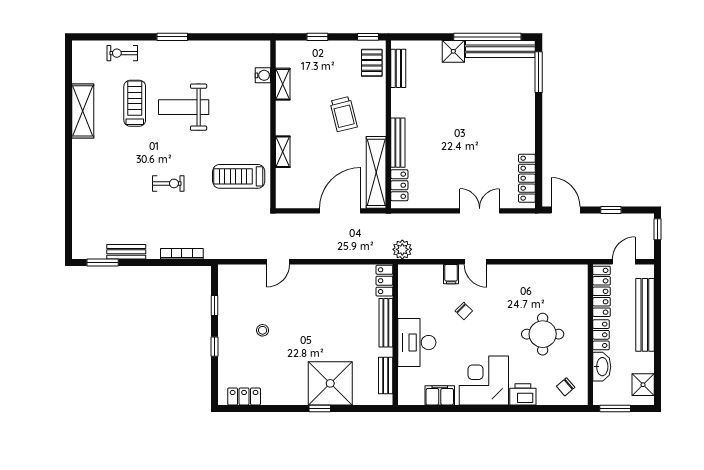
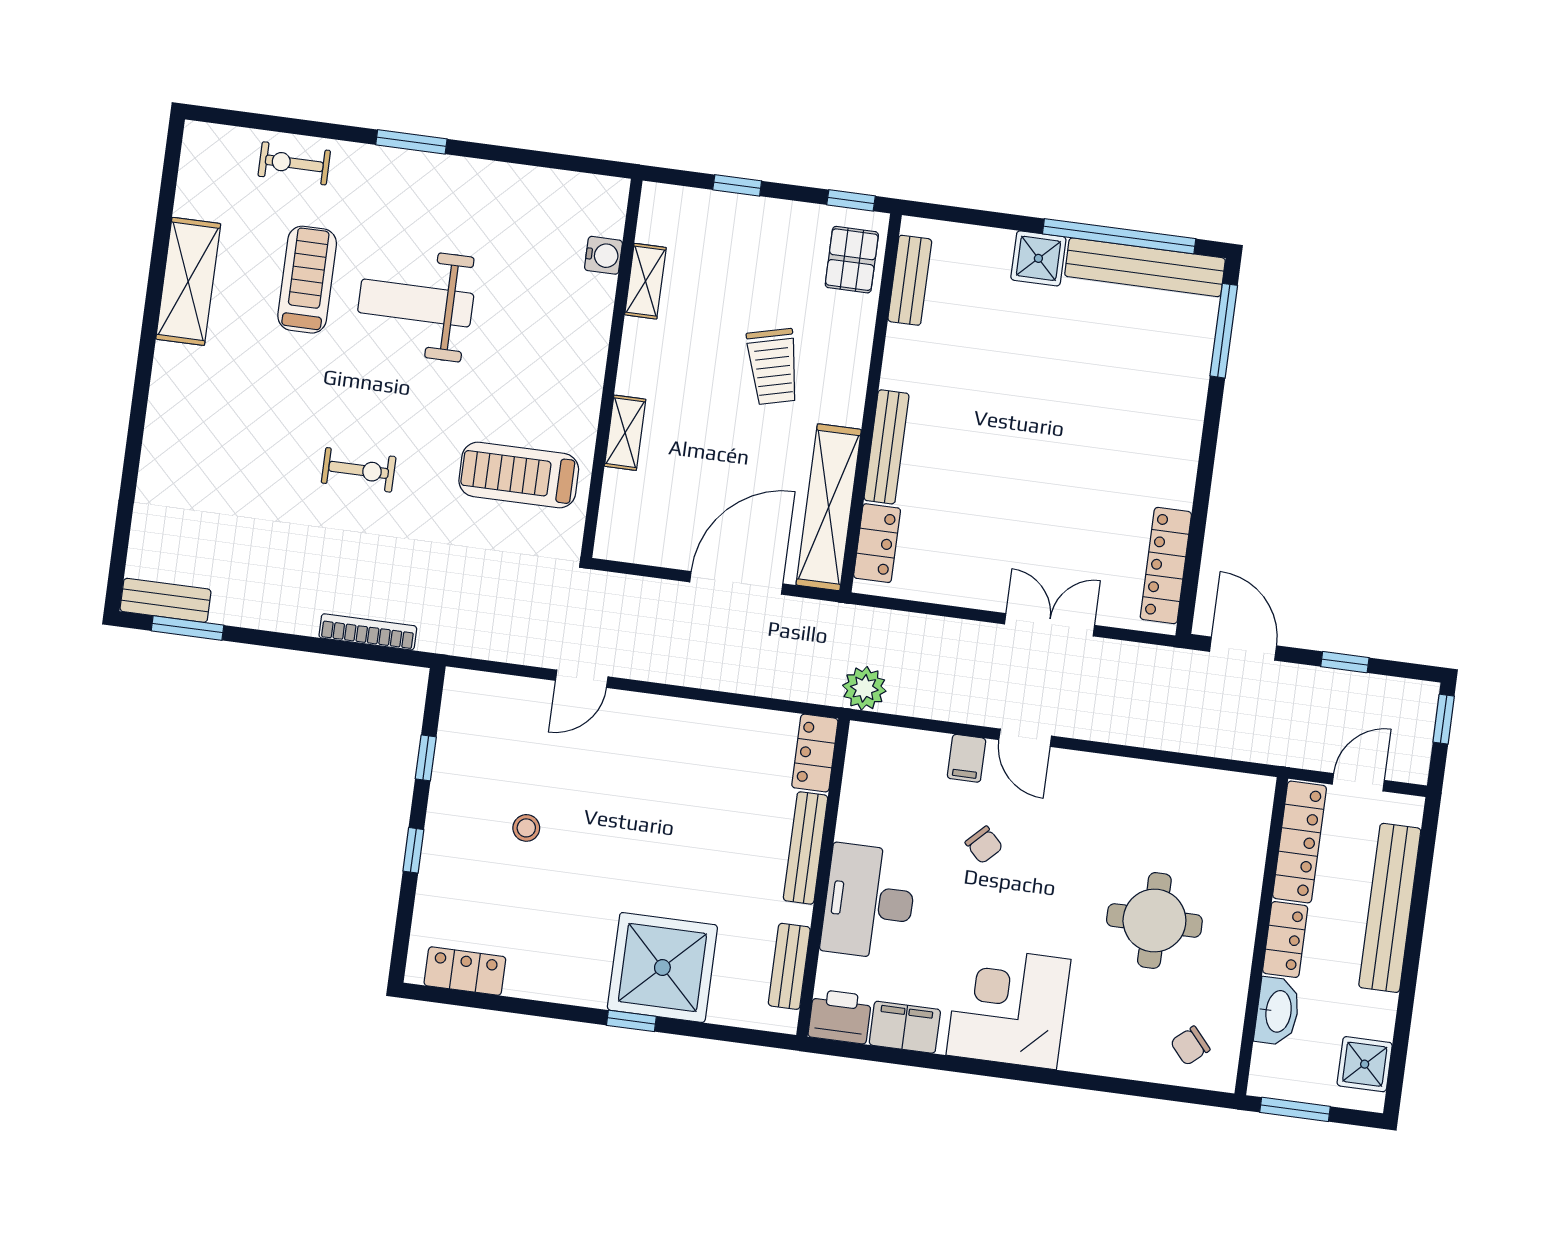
bench: (126, 252) -> (165, 600), moved
printer: (523, 394) -> (840, 1016), moved

